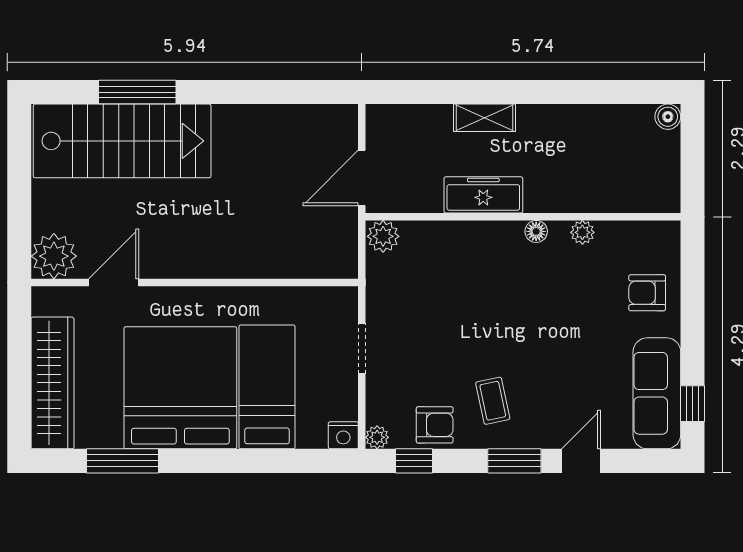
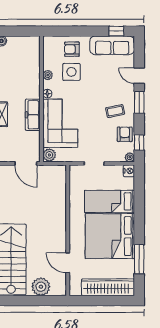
plant: (54, 256) -> (41, 287), moved
corner sofa: (462, 264) -> (60, 123), added
side table: (591, 292) -> (71, 72), added
armchair: (647, 293) -> (72, 49), turned 90

